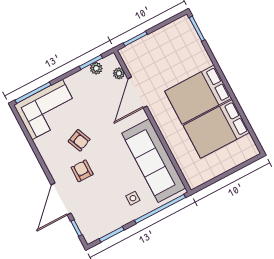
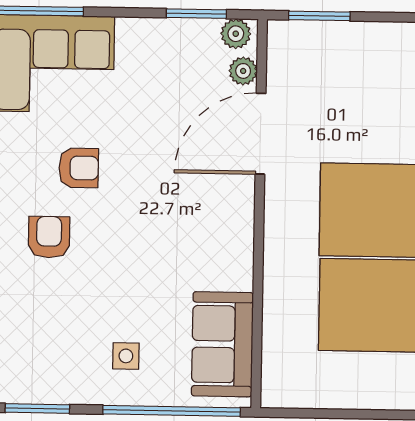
plant: (96, 68) -> (236, 34), moved
armchair: (79, 140) -> (79, 168), turned -67
sofa: (154, 161) -> (222, 344), width x0.54, depth x0.79

